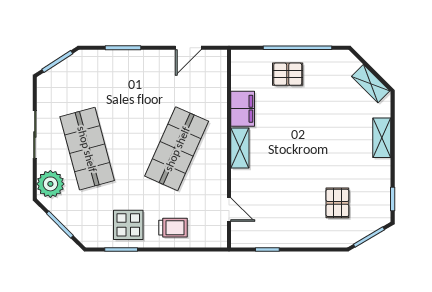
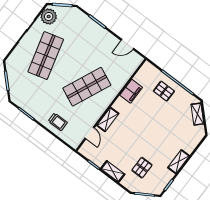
shelving: (371, 84) -> (197, 114), moved
shelving: (382, 138) -> (179, 162), moved
shelving: (240, 148) -> (108, 120), moved
plant: (50, 184) -> (49, 17), moved
display table: (128, 225) -> (38, 105), removed
shelving: (301, 239) -> (113, 171), added

